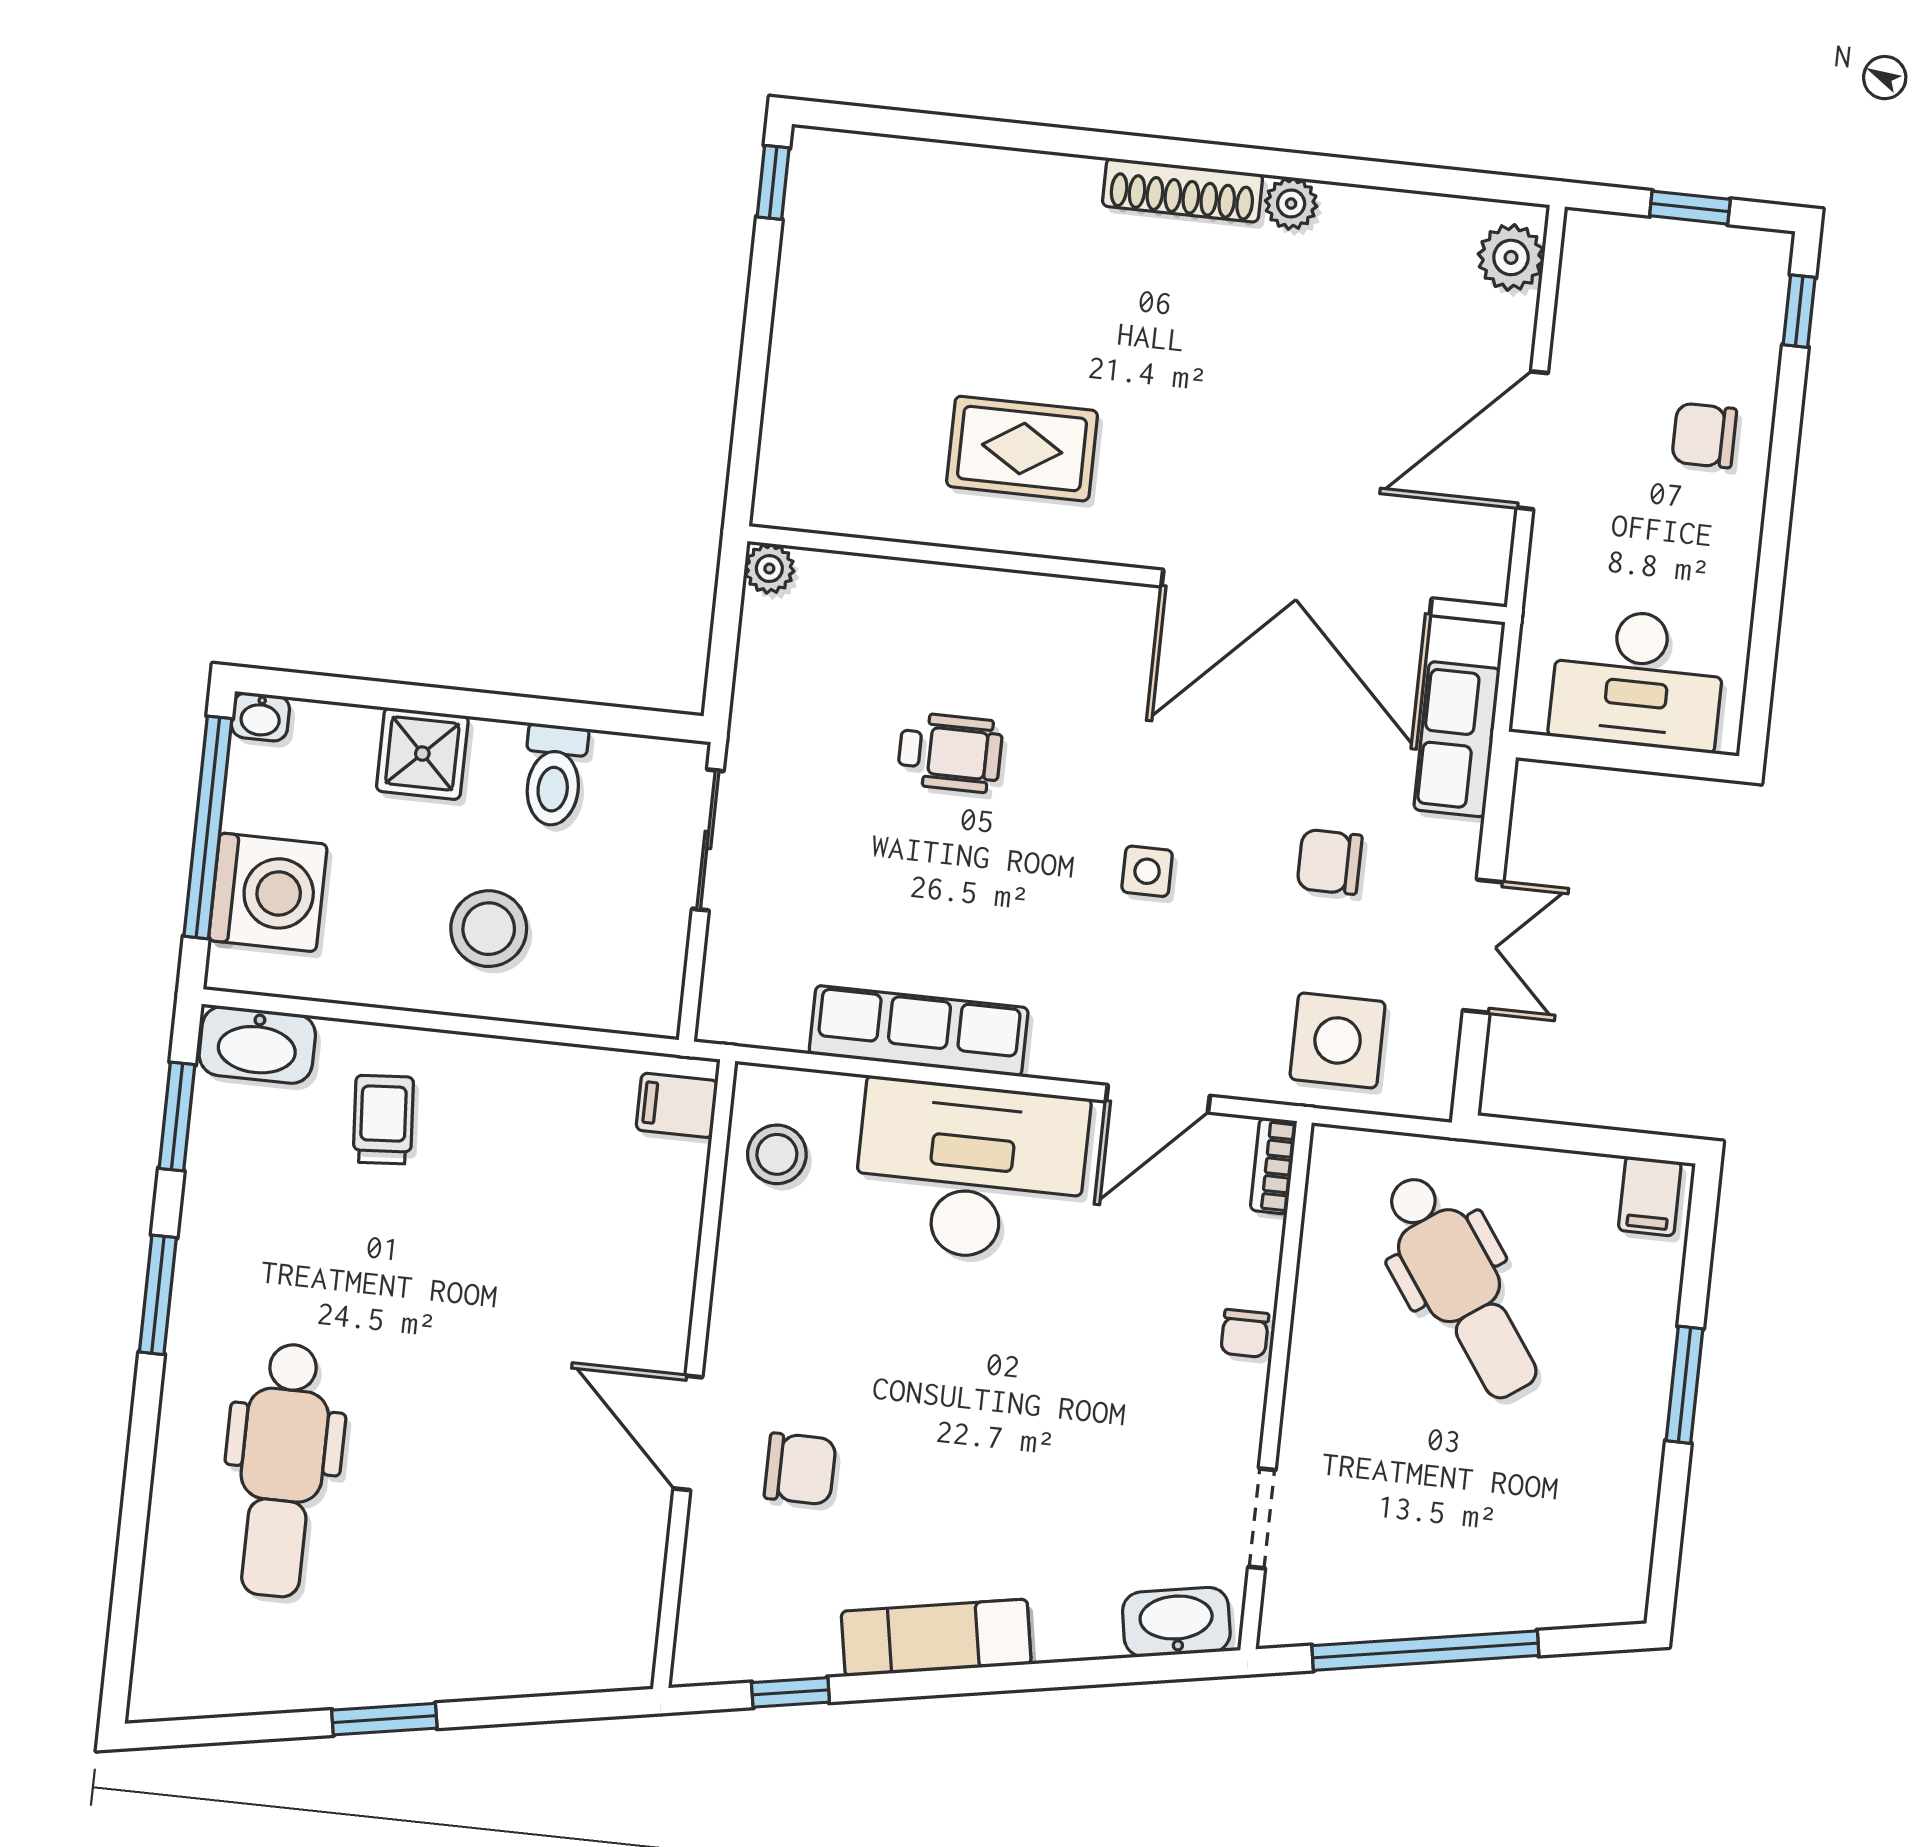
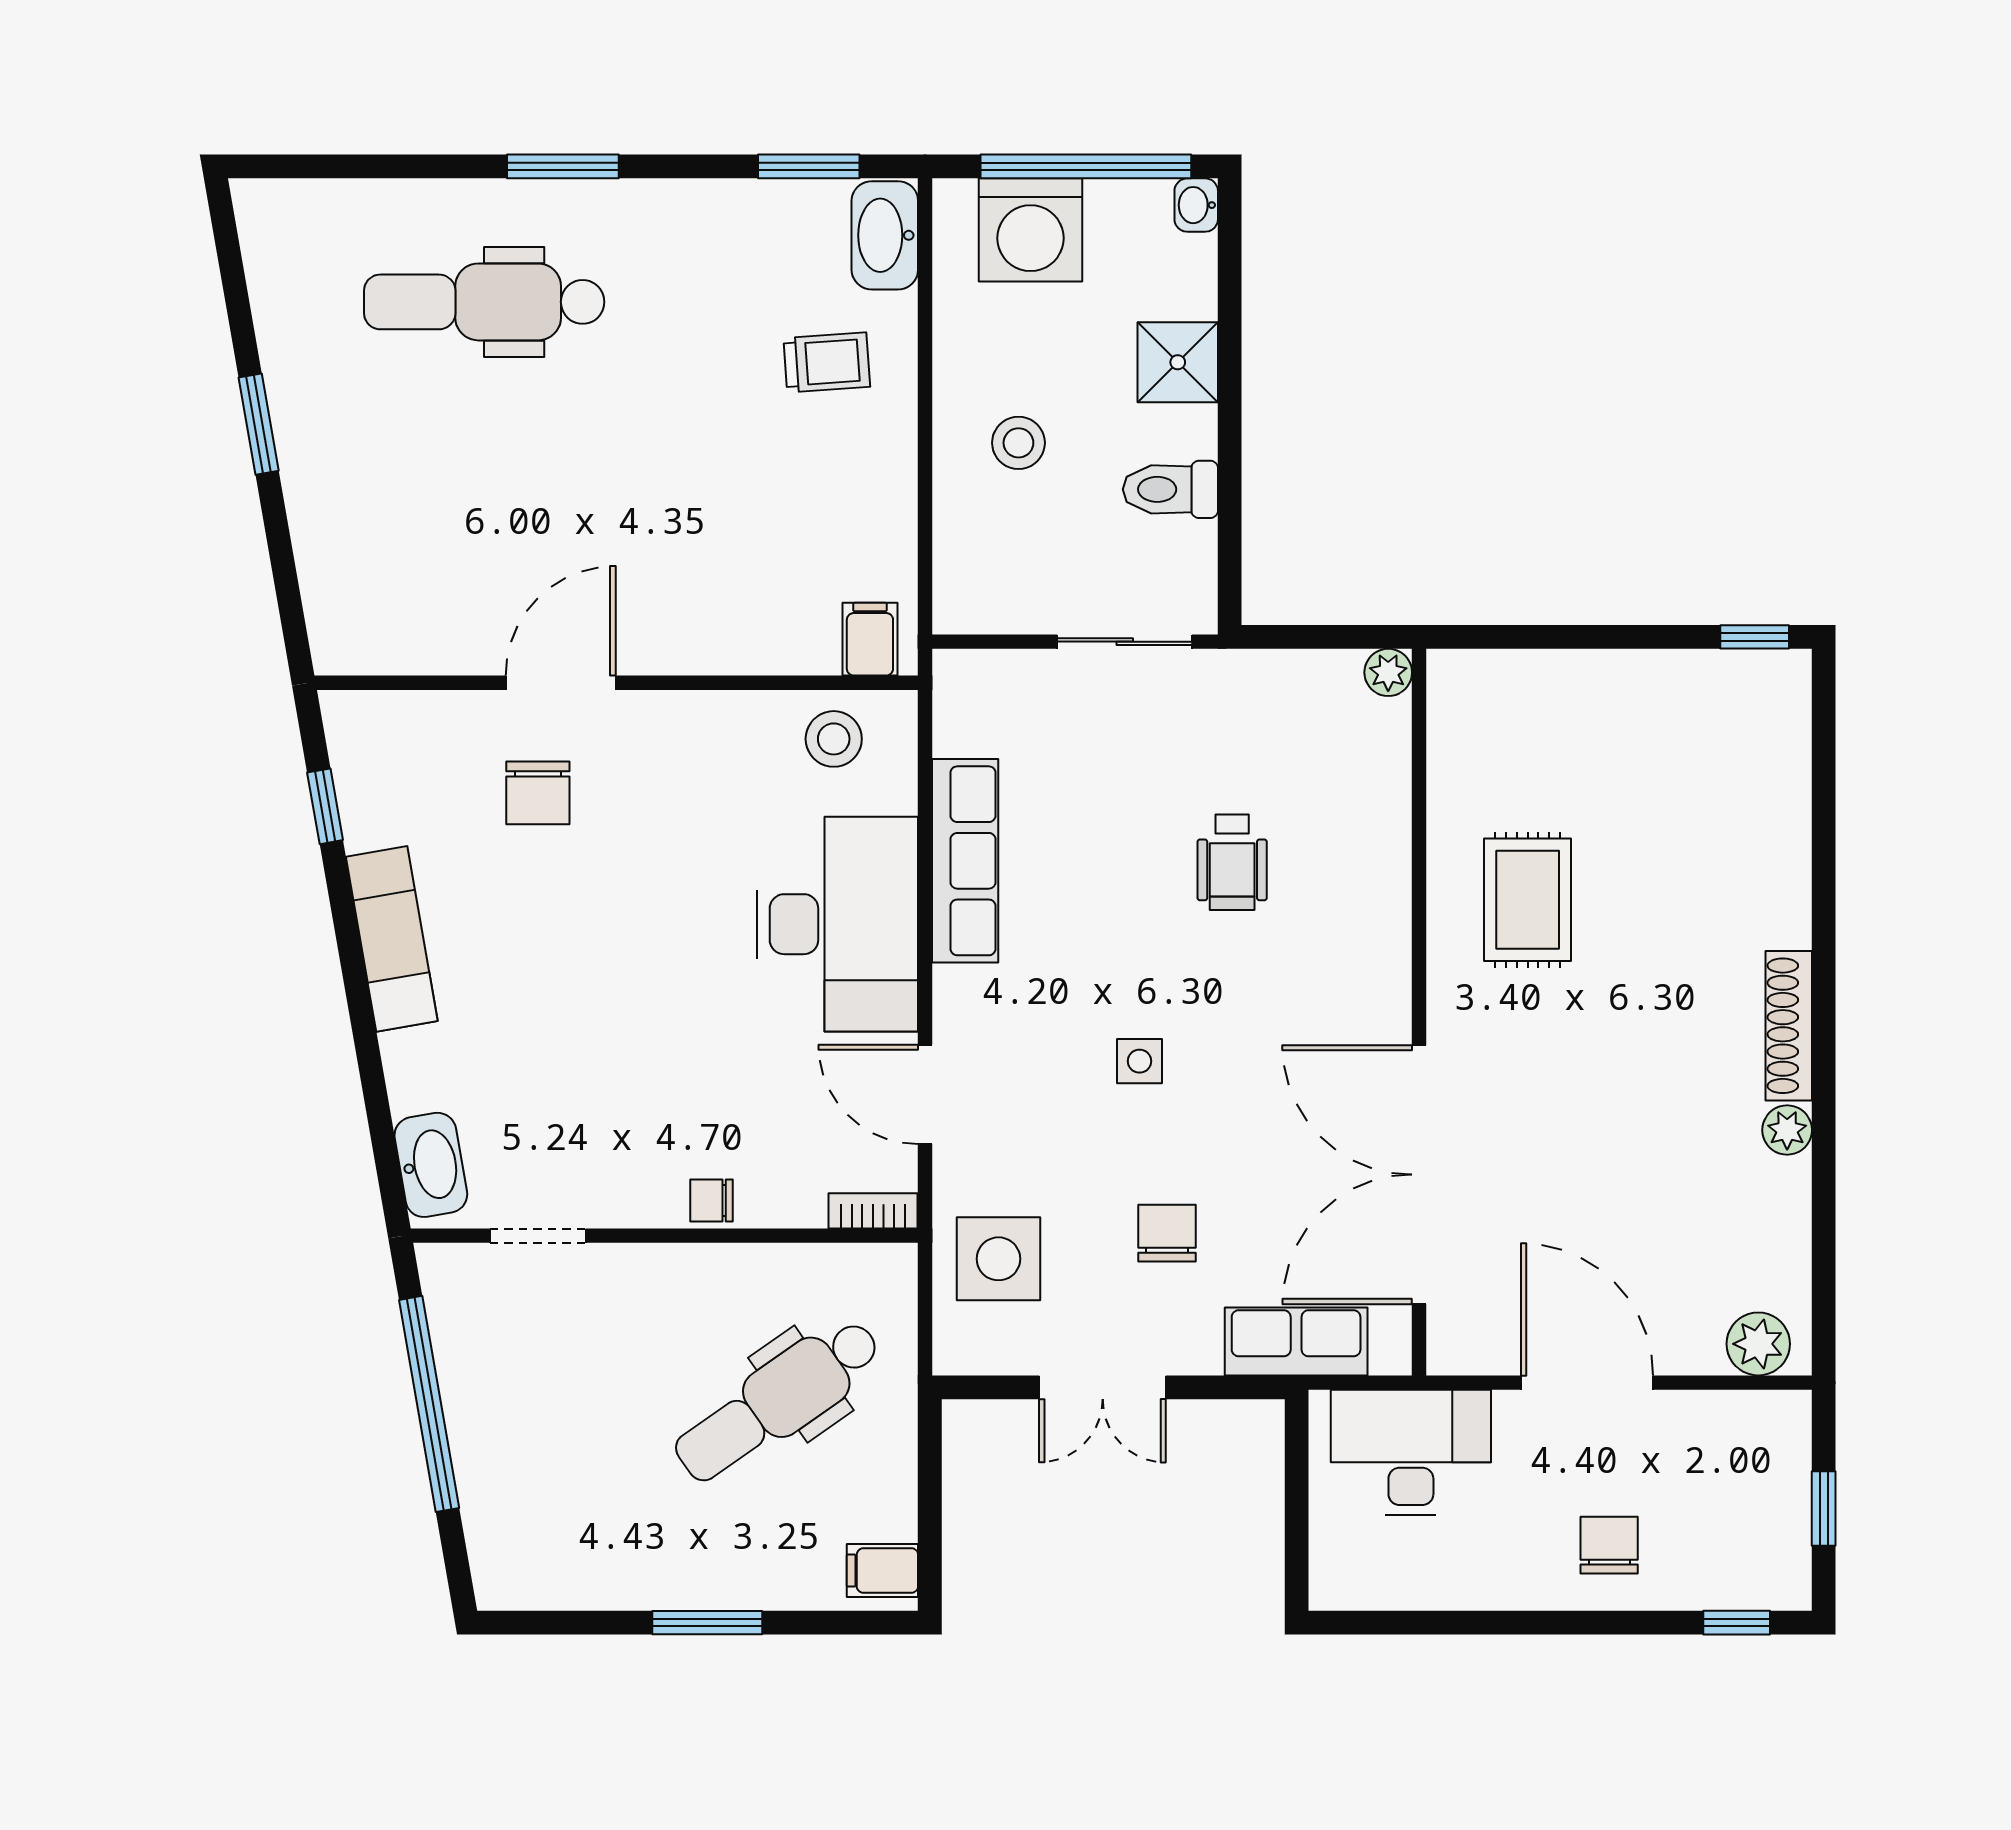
desk: (1638, 679) -> (1411, 1452), moved, turned 90
stool: (489, 929) -> (1018, 443), width x0.73, depth x0.73
window: (158, 1295) -> (563, 166), moved

